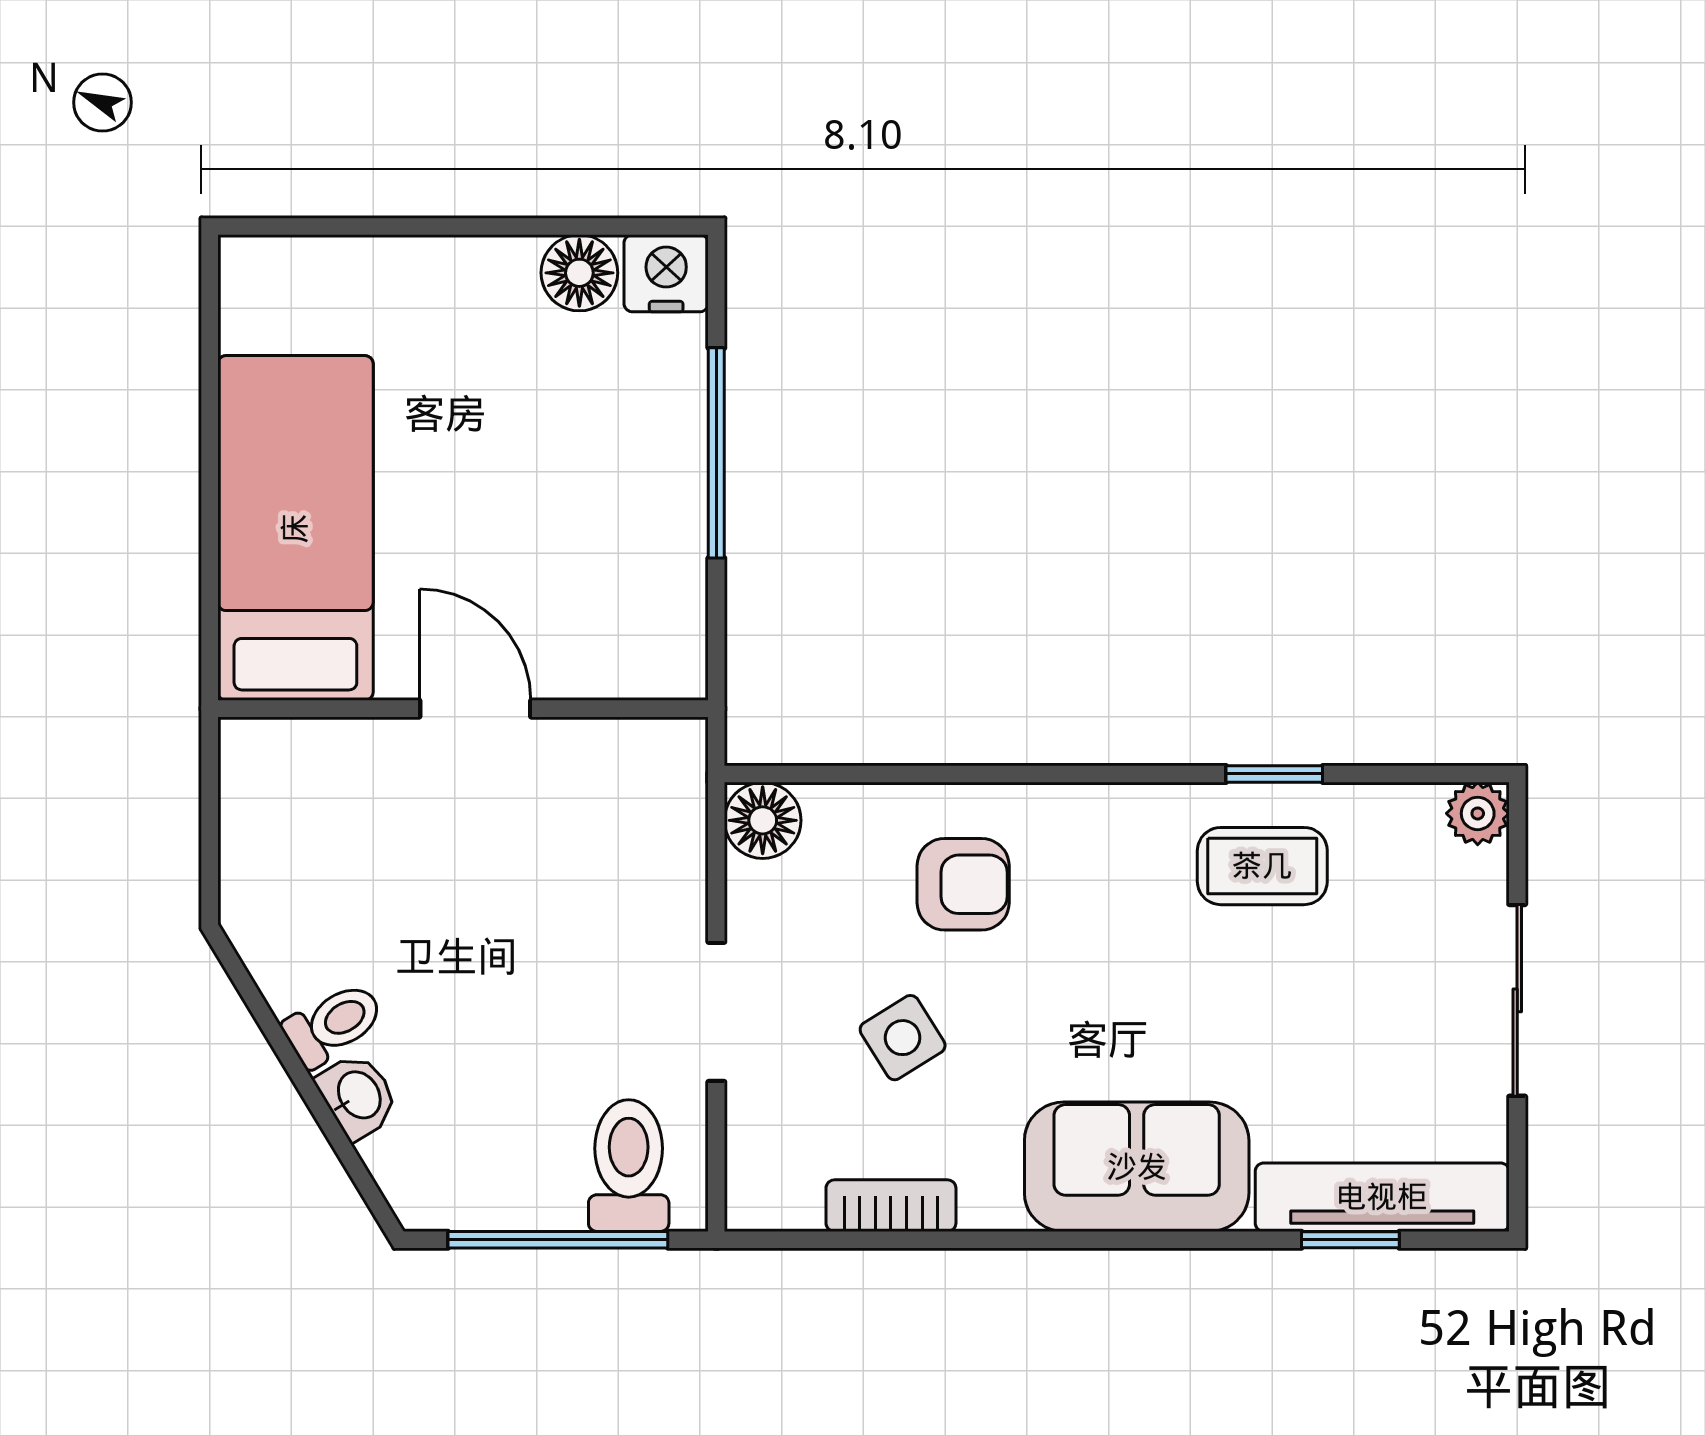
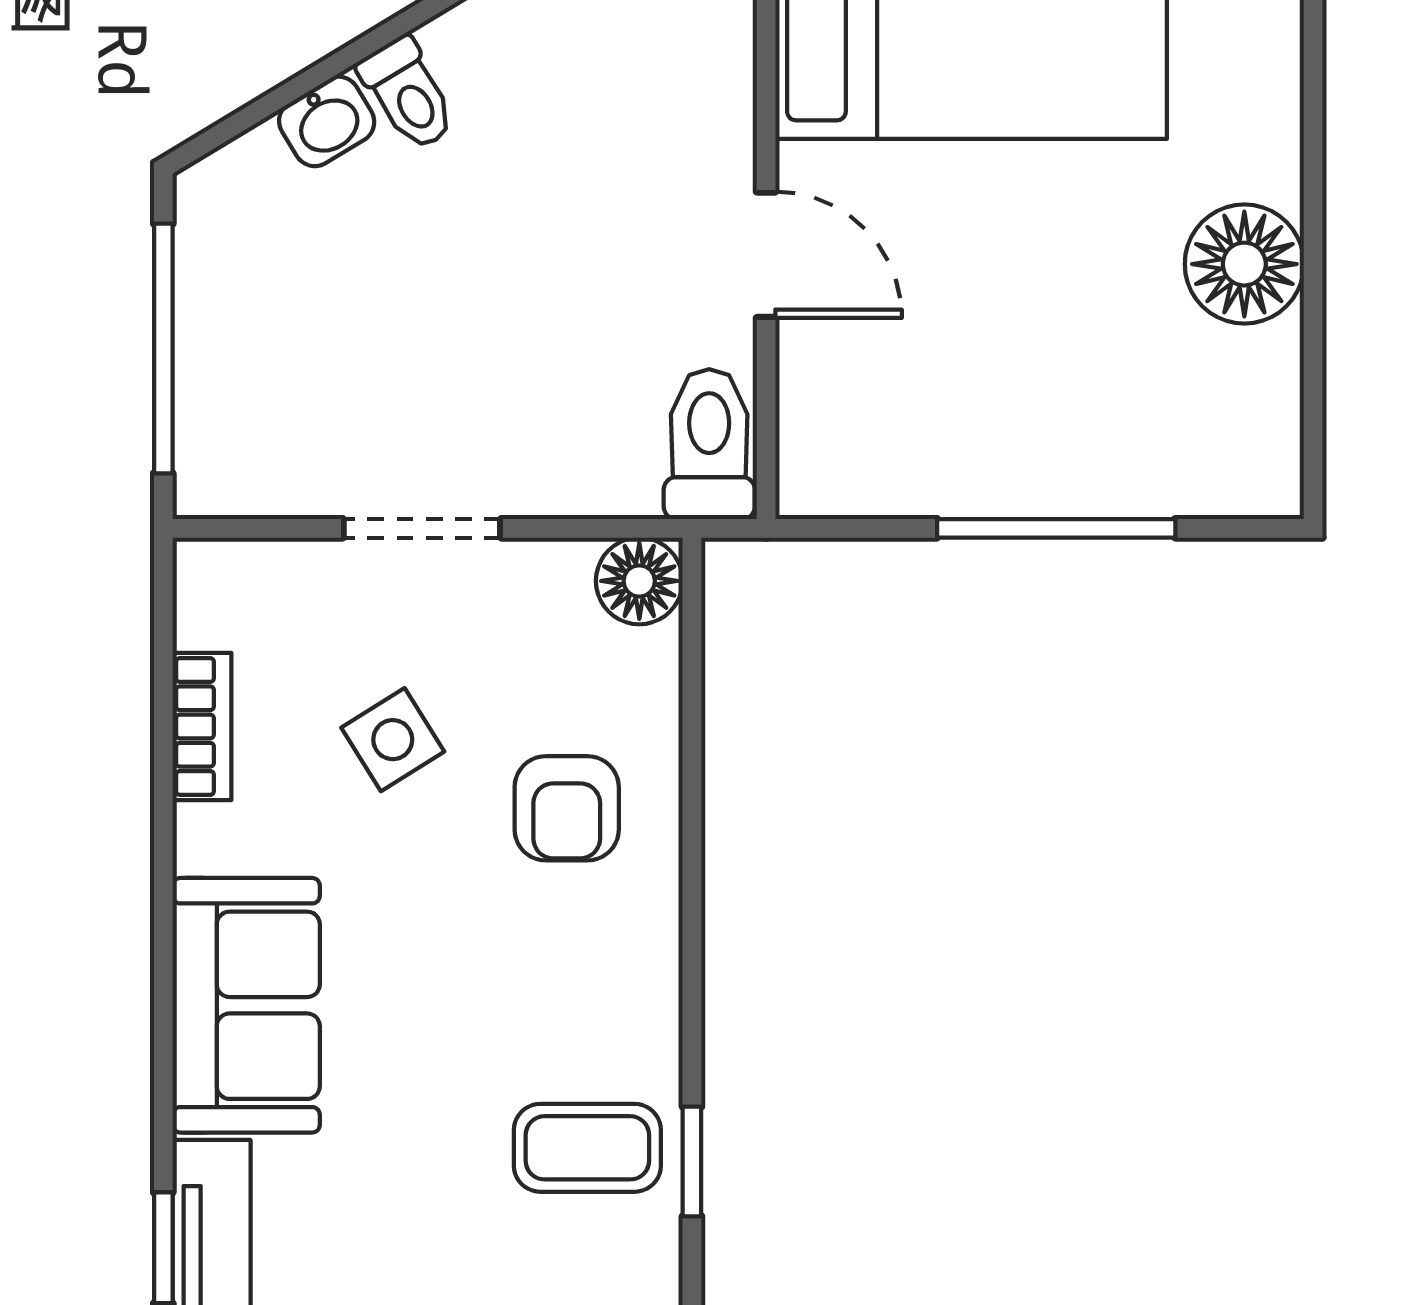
floor lamp: (579, 273) -> (1244, 264), moved, width x1.38, depth x1.38
nightstand: (666, 273) -> (1260, 471), removed
door: (475, 709) -> (766, 255), hinge flipped
coffee table: (1262, 866) -> (587, 1148), turned 90
toilet: (629, 1166) -> (709, 444), moved, turned -90

